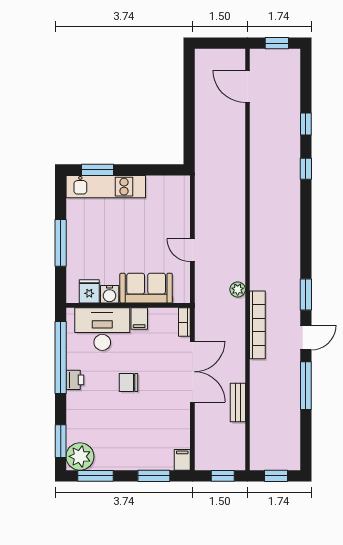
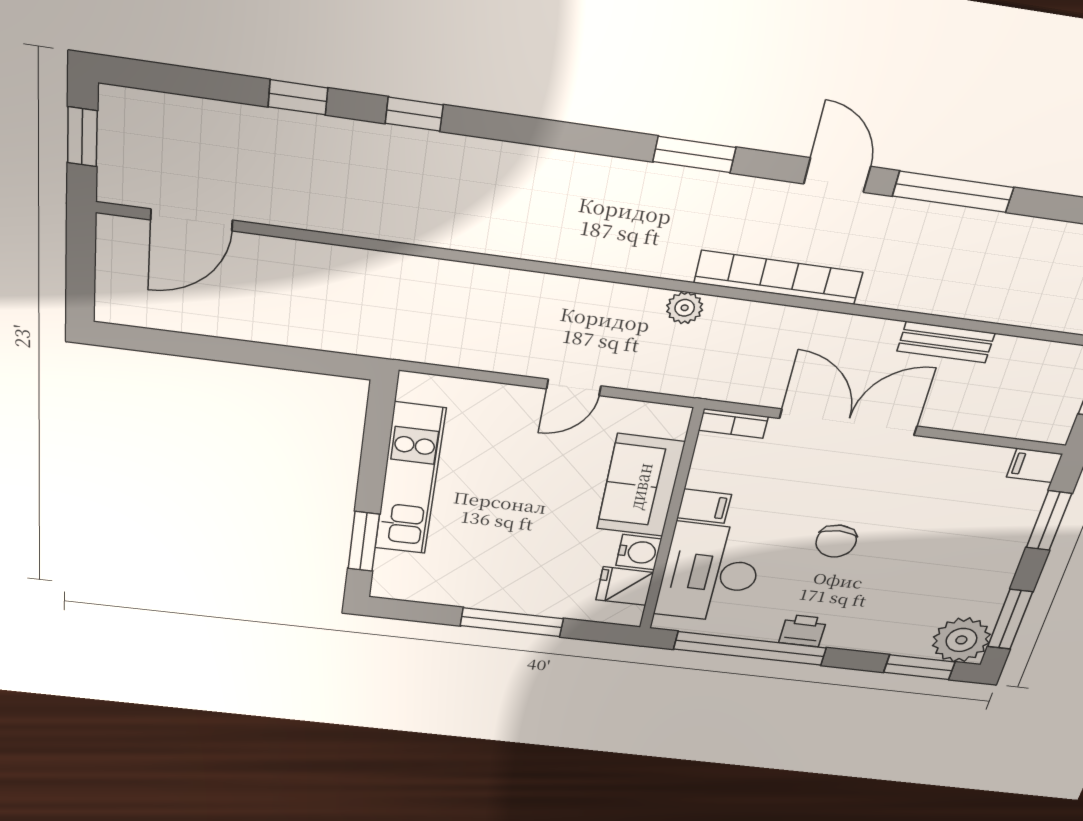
kitchen unit: (106, 187) -> (410, 479), moved
window: (306, 294) -> (694, 154), moved

